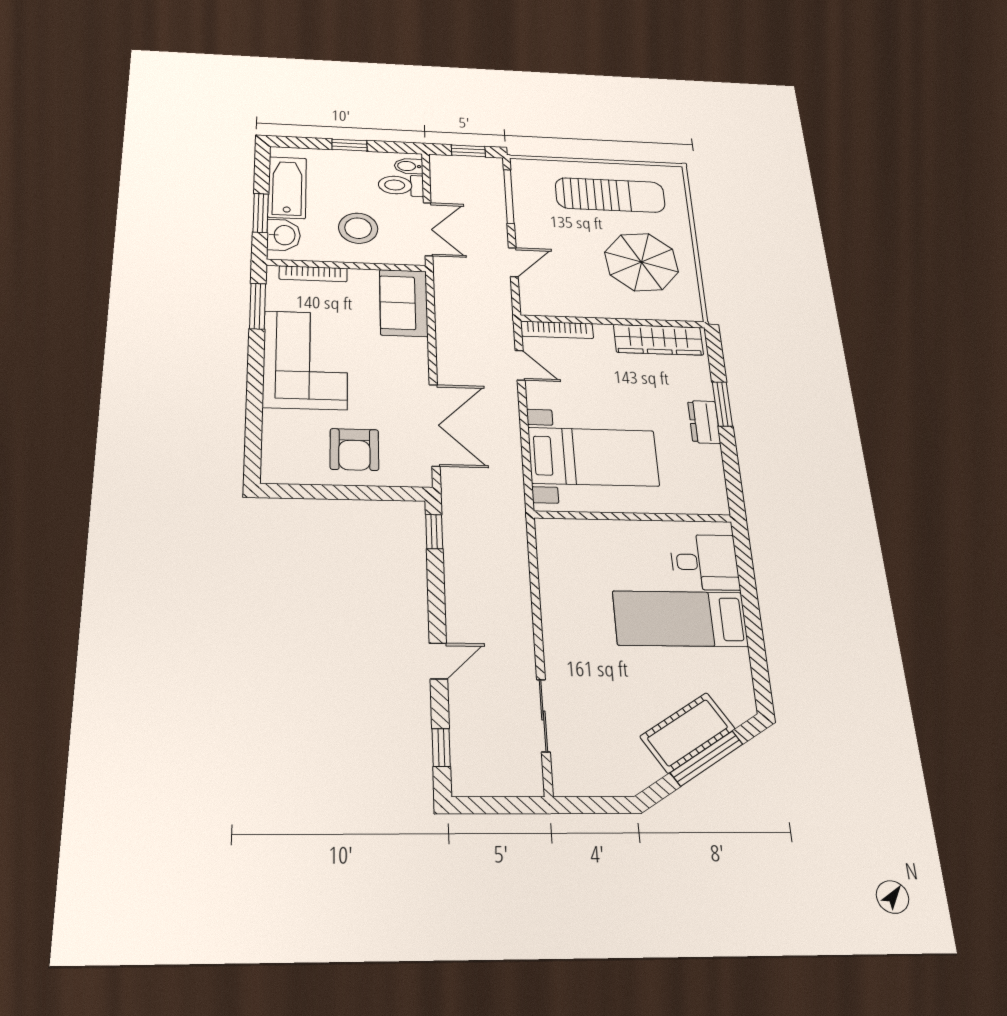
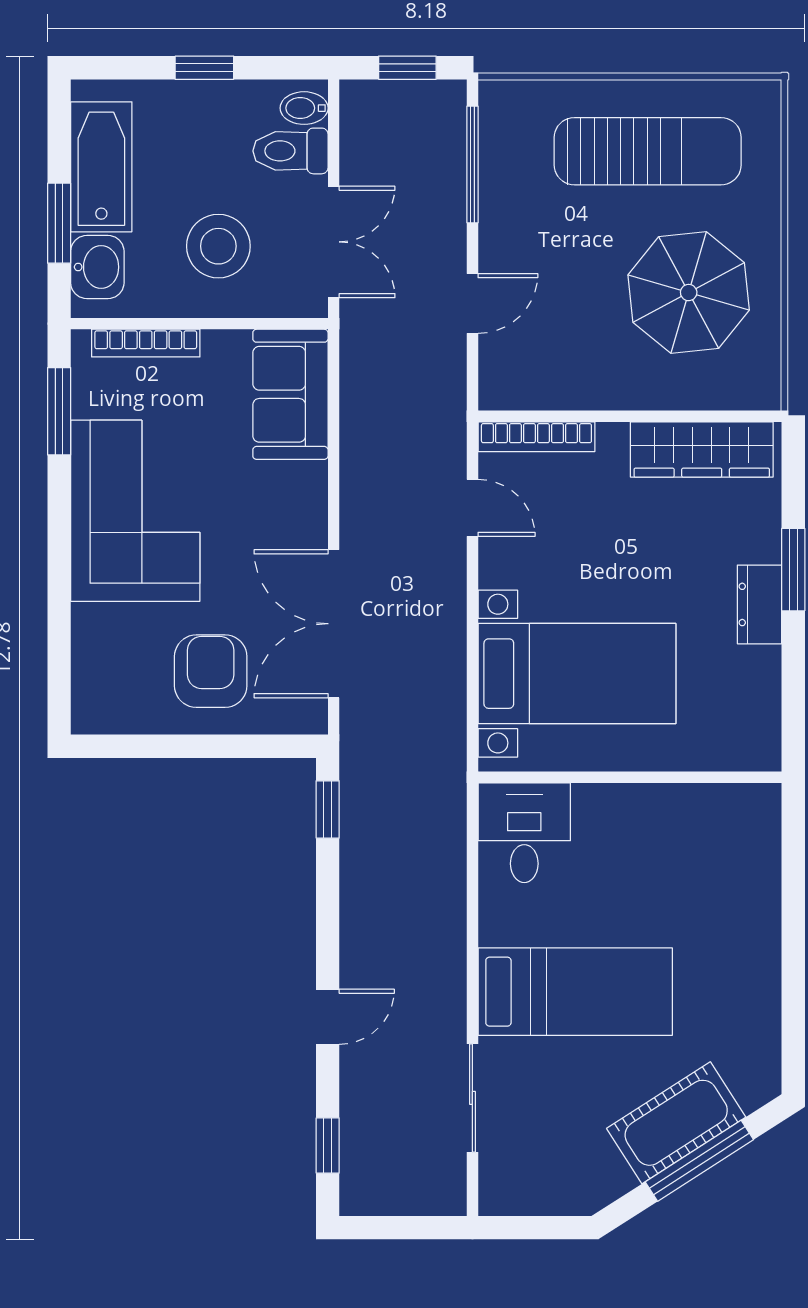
double door: (435, 425) -> (334, 624), swing flipped
armchair: (354, 449) -> (211, 671), turned 180
desk: (705, 562) -> (524, 833), moved, turned -90
bed: (680, 619) -> (575, 992), moved, turned 180

